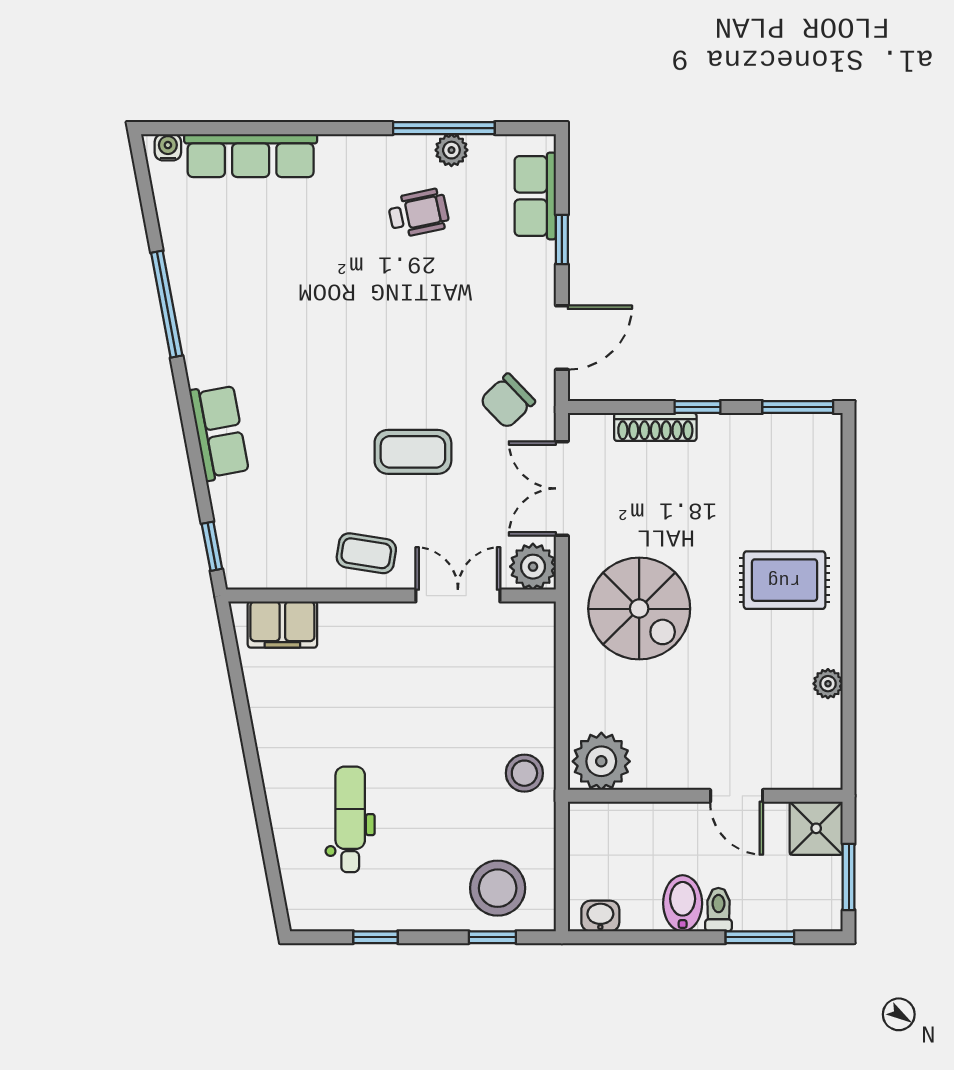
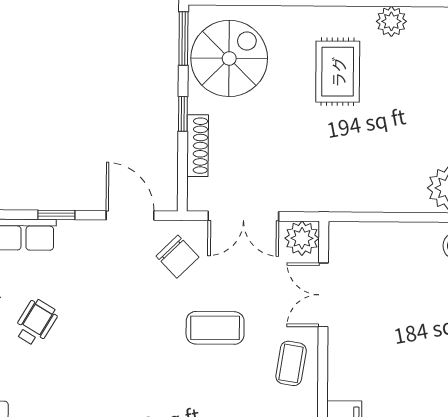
wheelchair: (418, 213) -> (36, 322), turned 43
coffee table: (413, 452) -> (215, 328), turned 90
rug: (784, 580) -> (338, 72), moved
spiral stairs: (639, 609) -> (229, 58), moved
plant: (828, 684) -> (391, 21), width x1.38, depth x1.38

